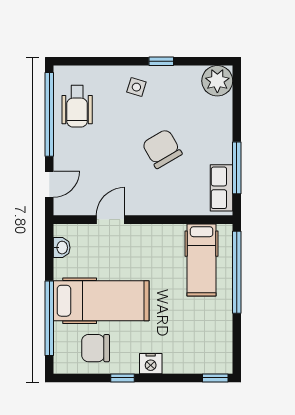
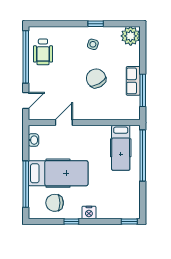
side table: (136, 87) -> (93, 44), moved
row of seats: (222, 188) -> (133, 81), moved

